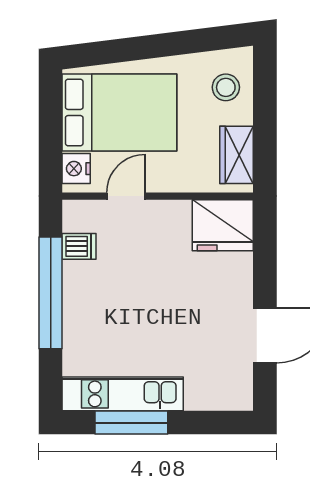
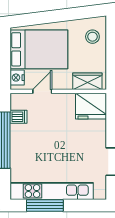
wardrobe: (237, 155) -> (87, 81), moved, turned 90
kitchen unit: (123, 394) -> (52, 191), width x1.36

